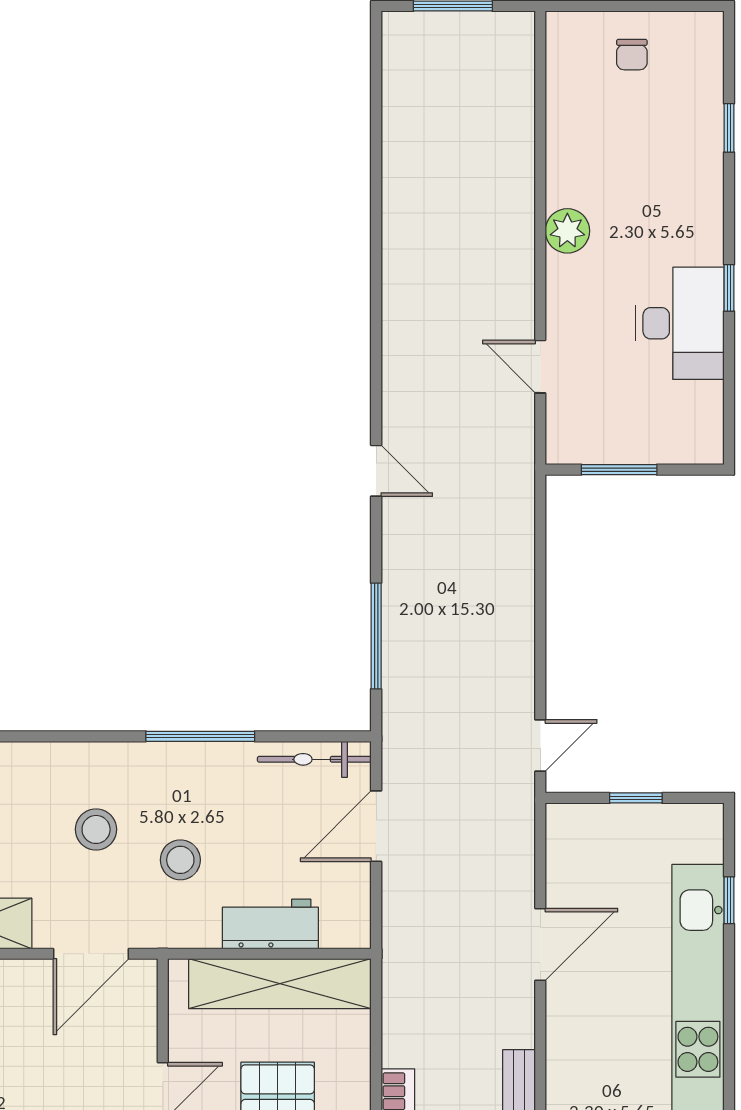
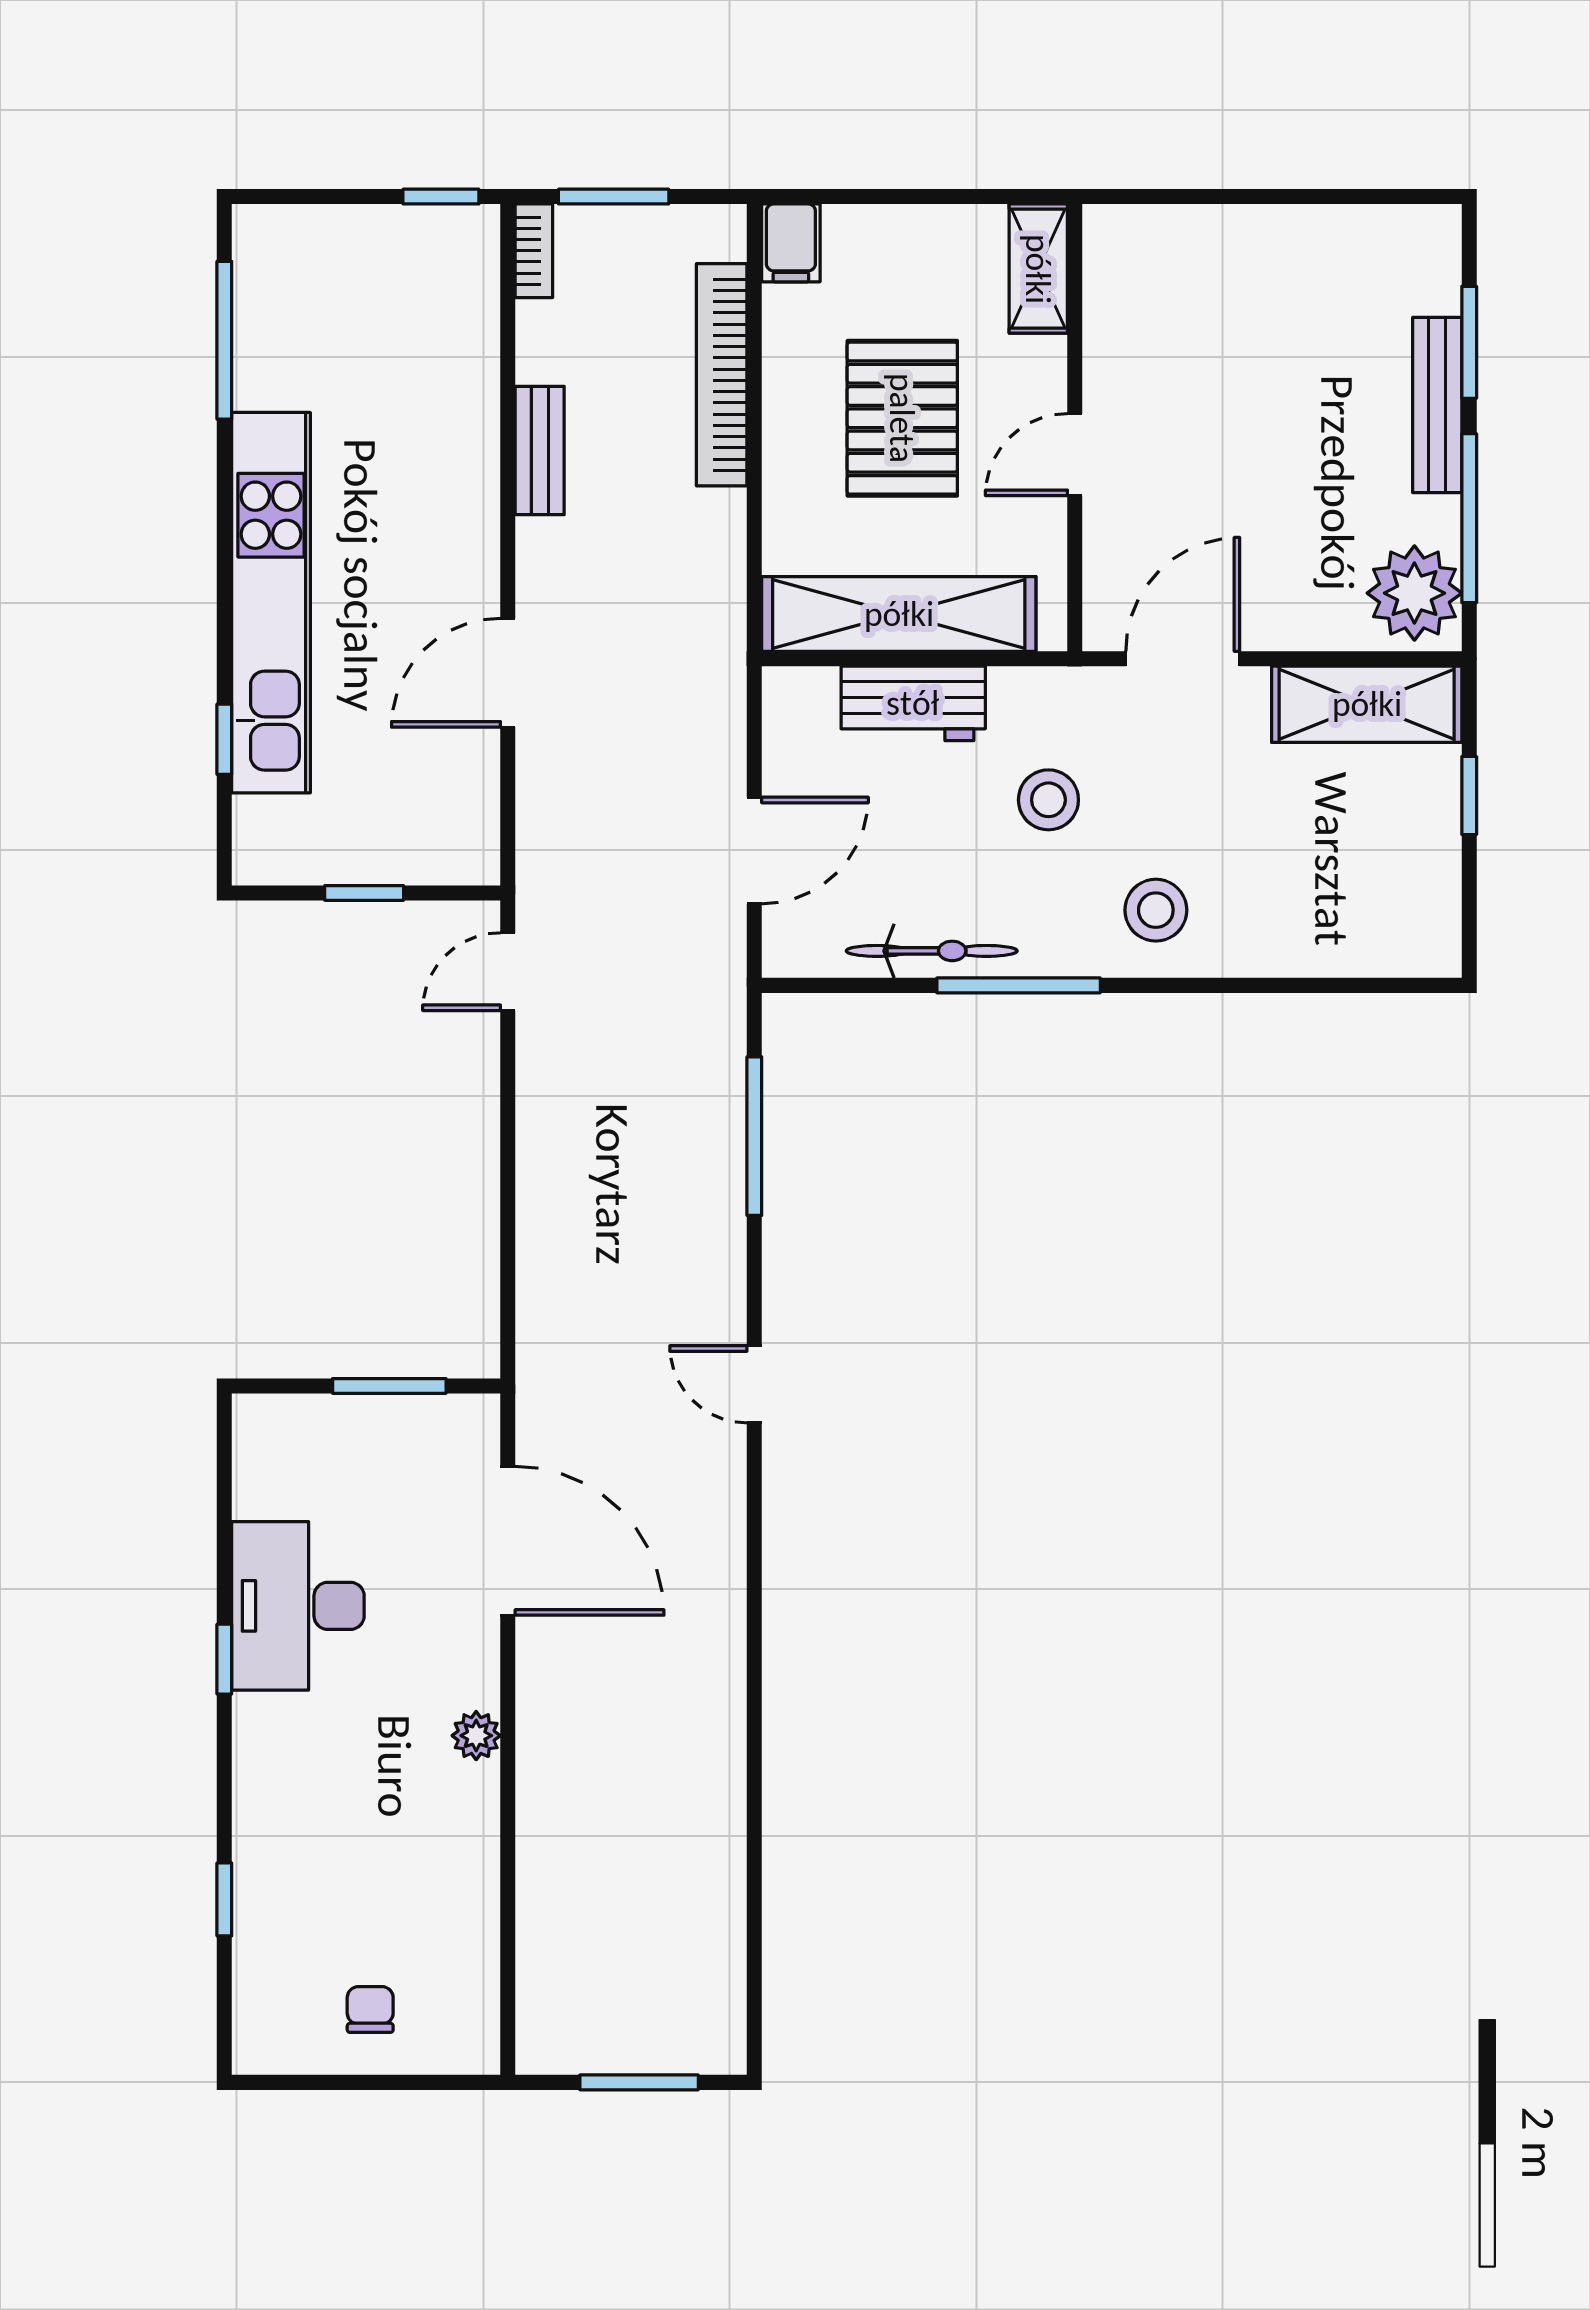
plant: (567, 231) -> (476, 1736), width x0.73, depth x0.73
door: (540, 367) -> (508, 1541), width x1.88
bicycle: (314, 759) -> (932, 951), moved
stool: (96, 829) -> (1156, 910), moved

